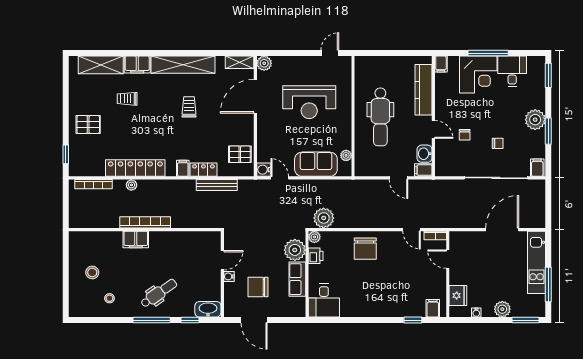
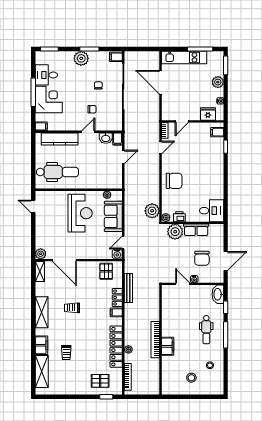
shelving: (183, 65) -> (42, 312), width x0.68
reception desk: (309, 102) -> (80, 213), moved
dental chair: (380, 117) -> (57, 172), moved
pallet: (88, 124) -> (100, 381), moved, turned 90
dental chair: (159, 293) -> (206, 330), turned -145

